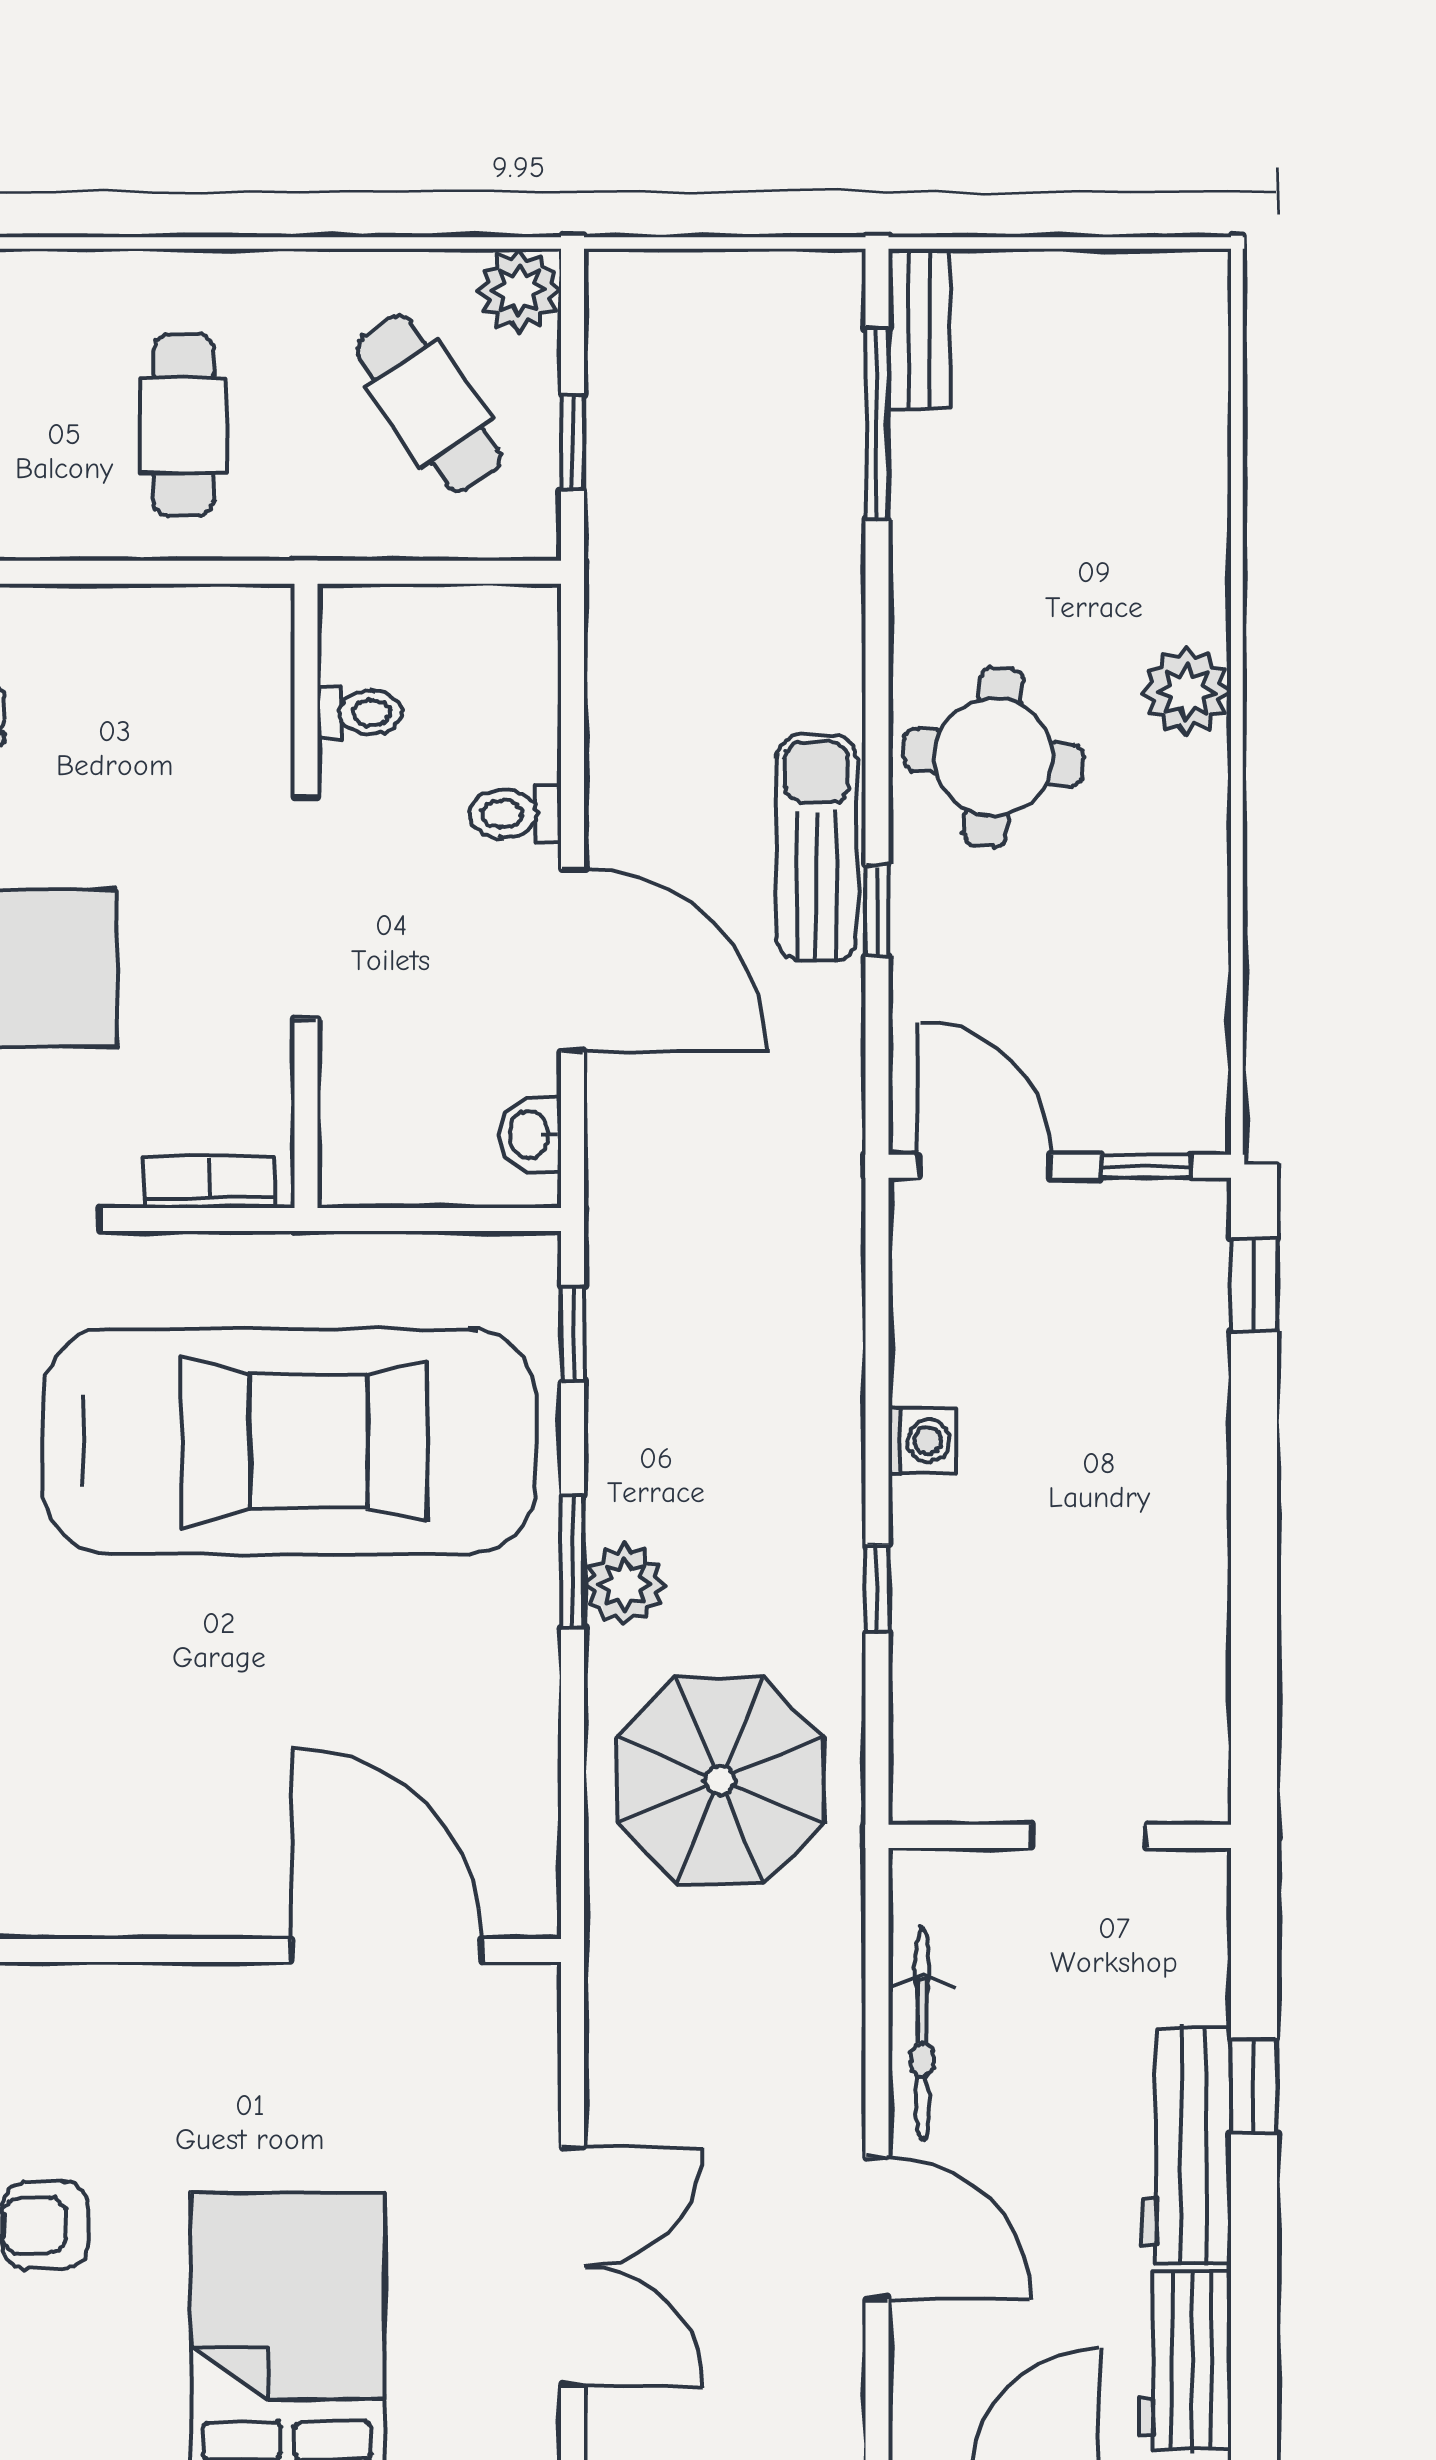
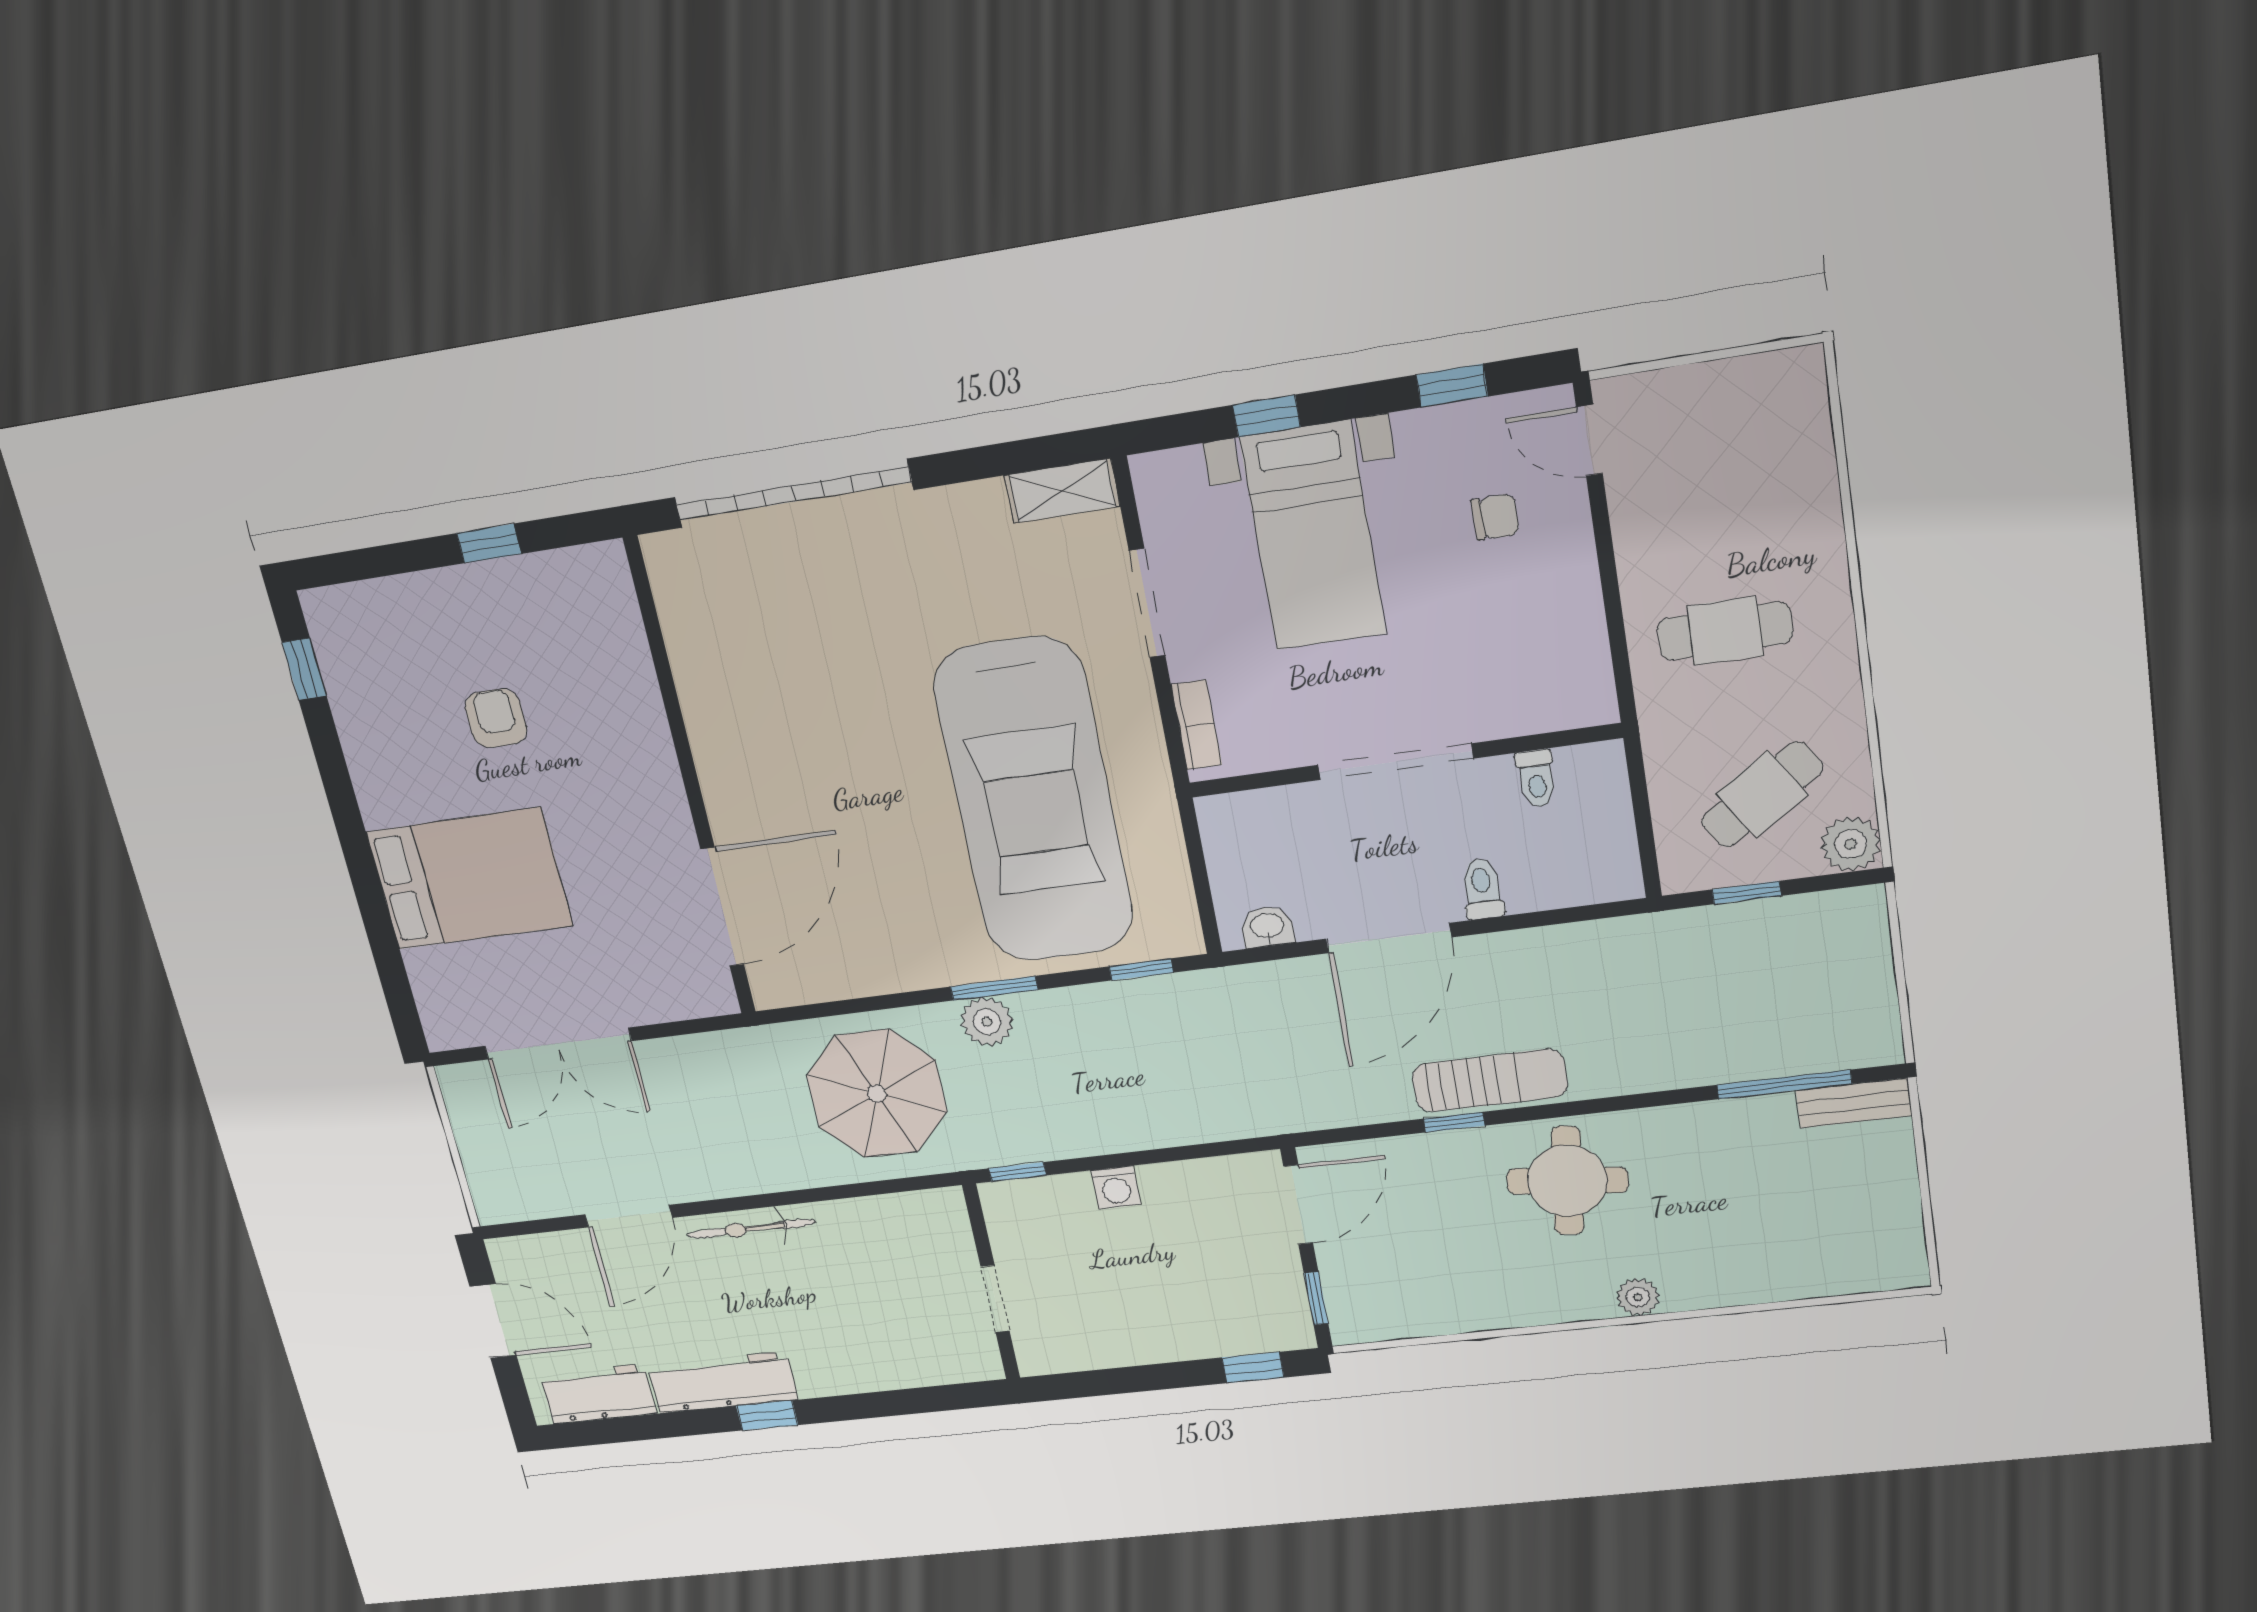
plant: (1187, 692) -> (1638, 1297), width x0.73, depth x0.73
wall: (1060, 1836) -> (991, 1282), moved
doorway: (1089, 1836) -> (995, 1299), moved

